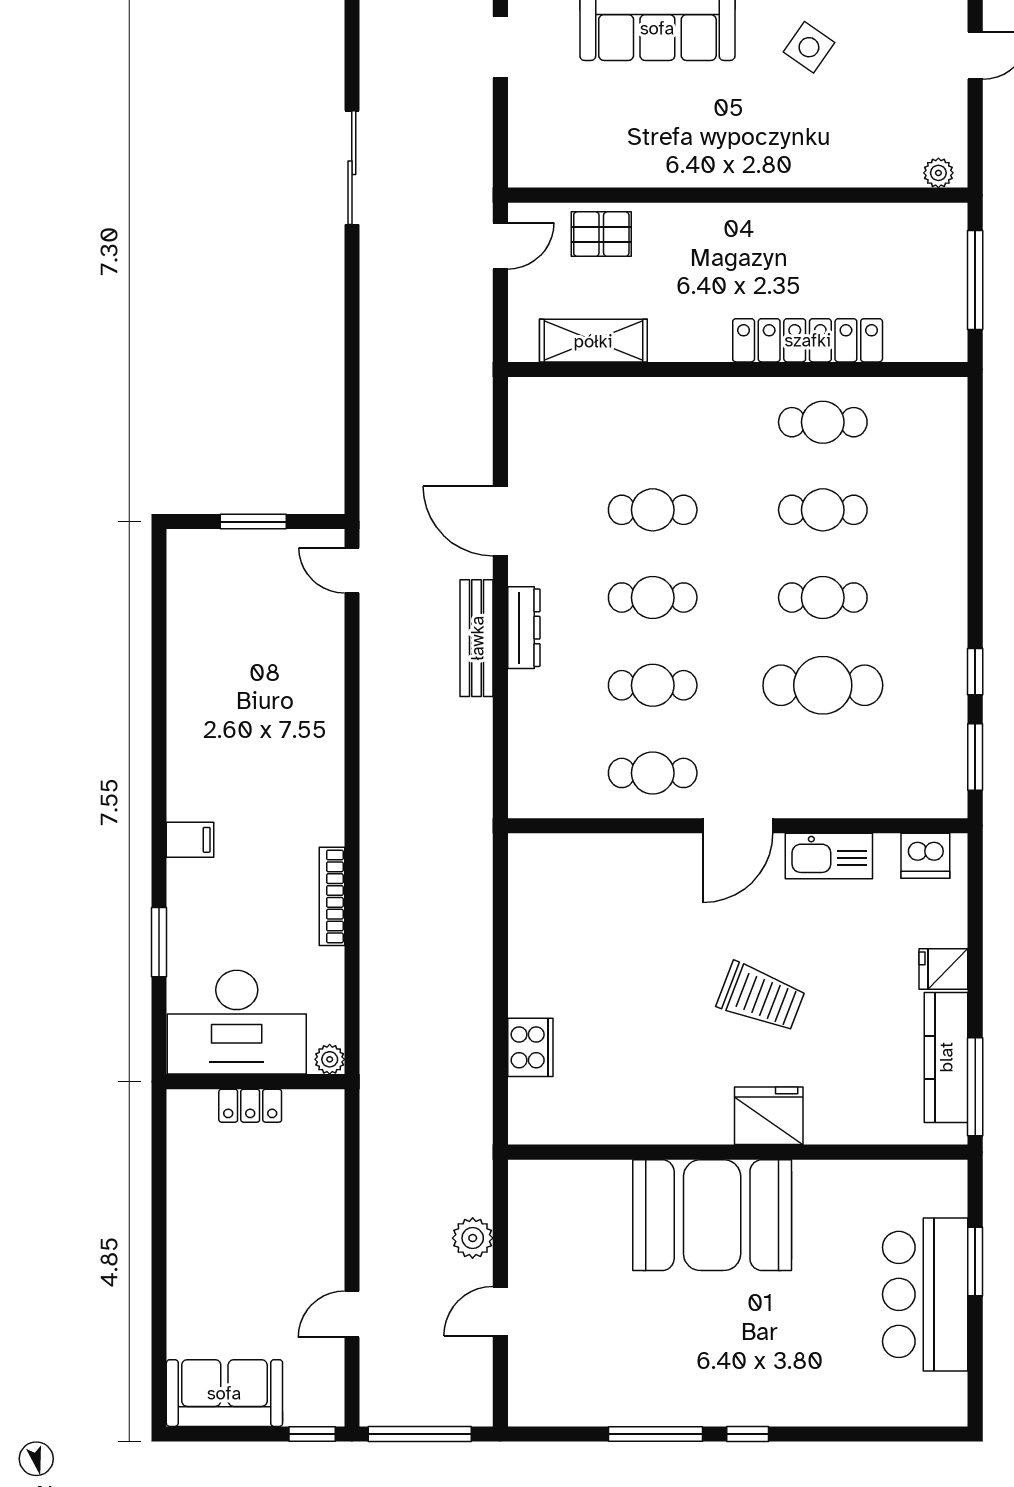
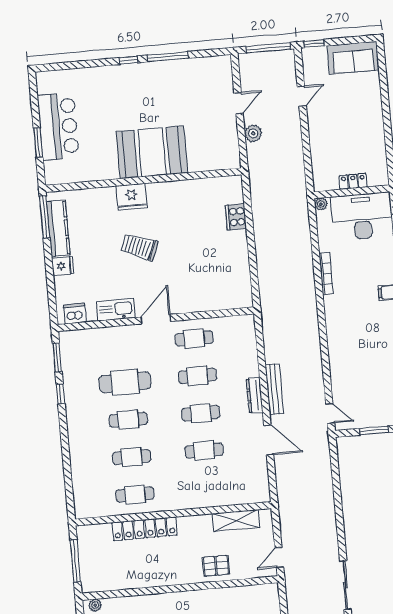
pallet: (601, 234) -> (216, 566), moved

